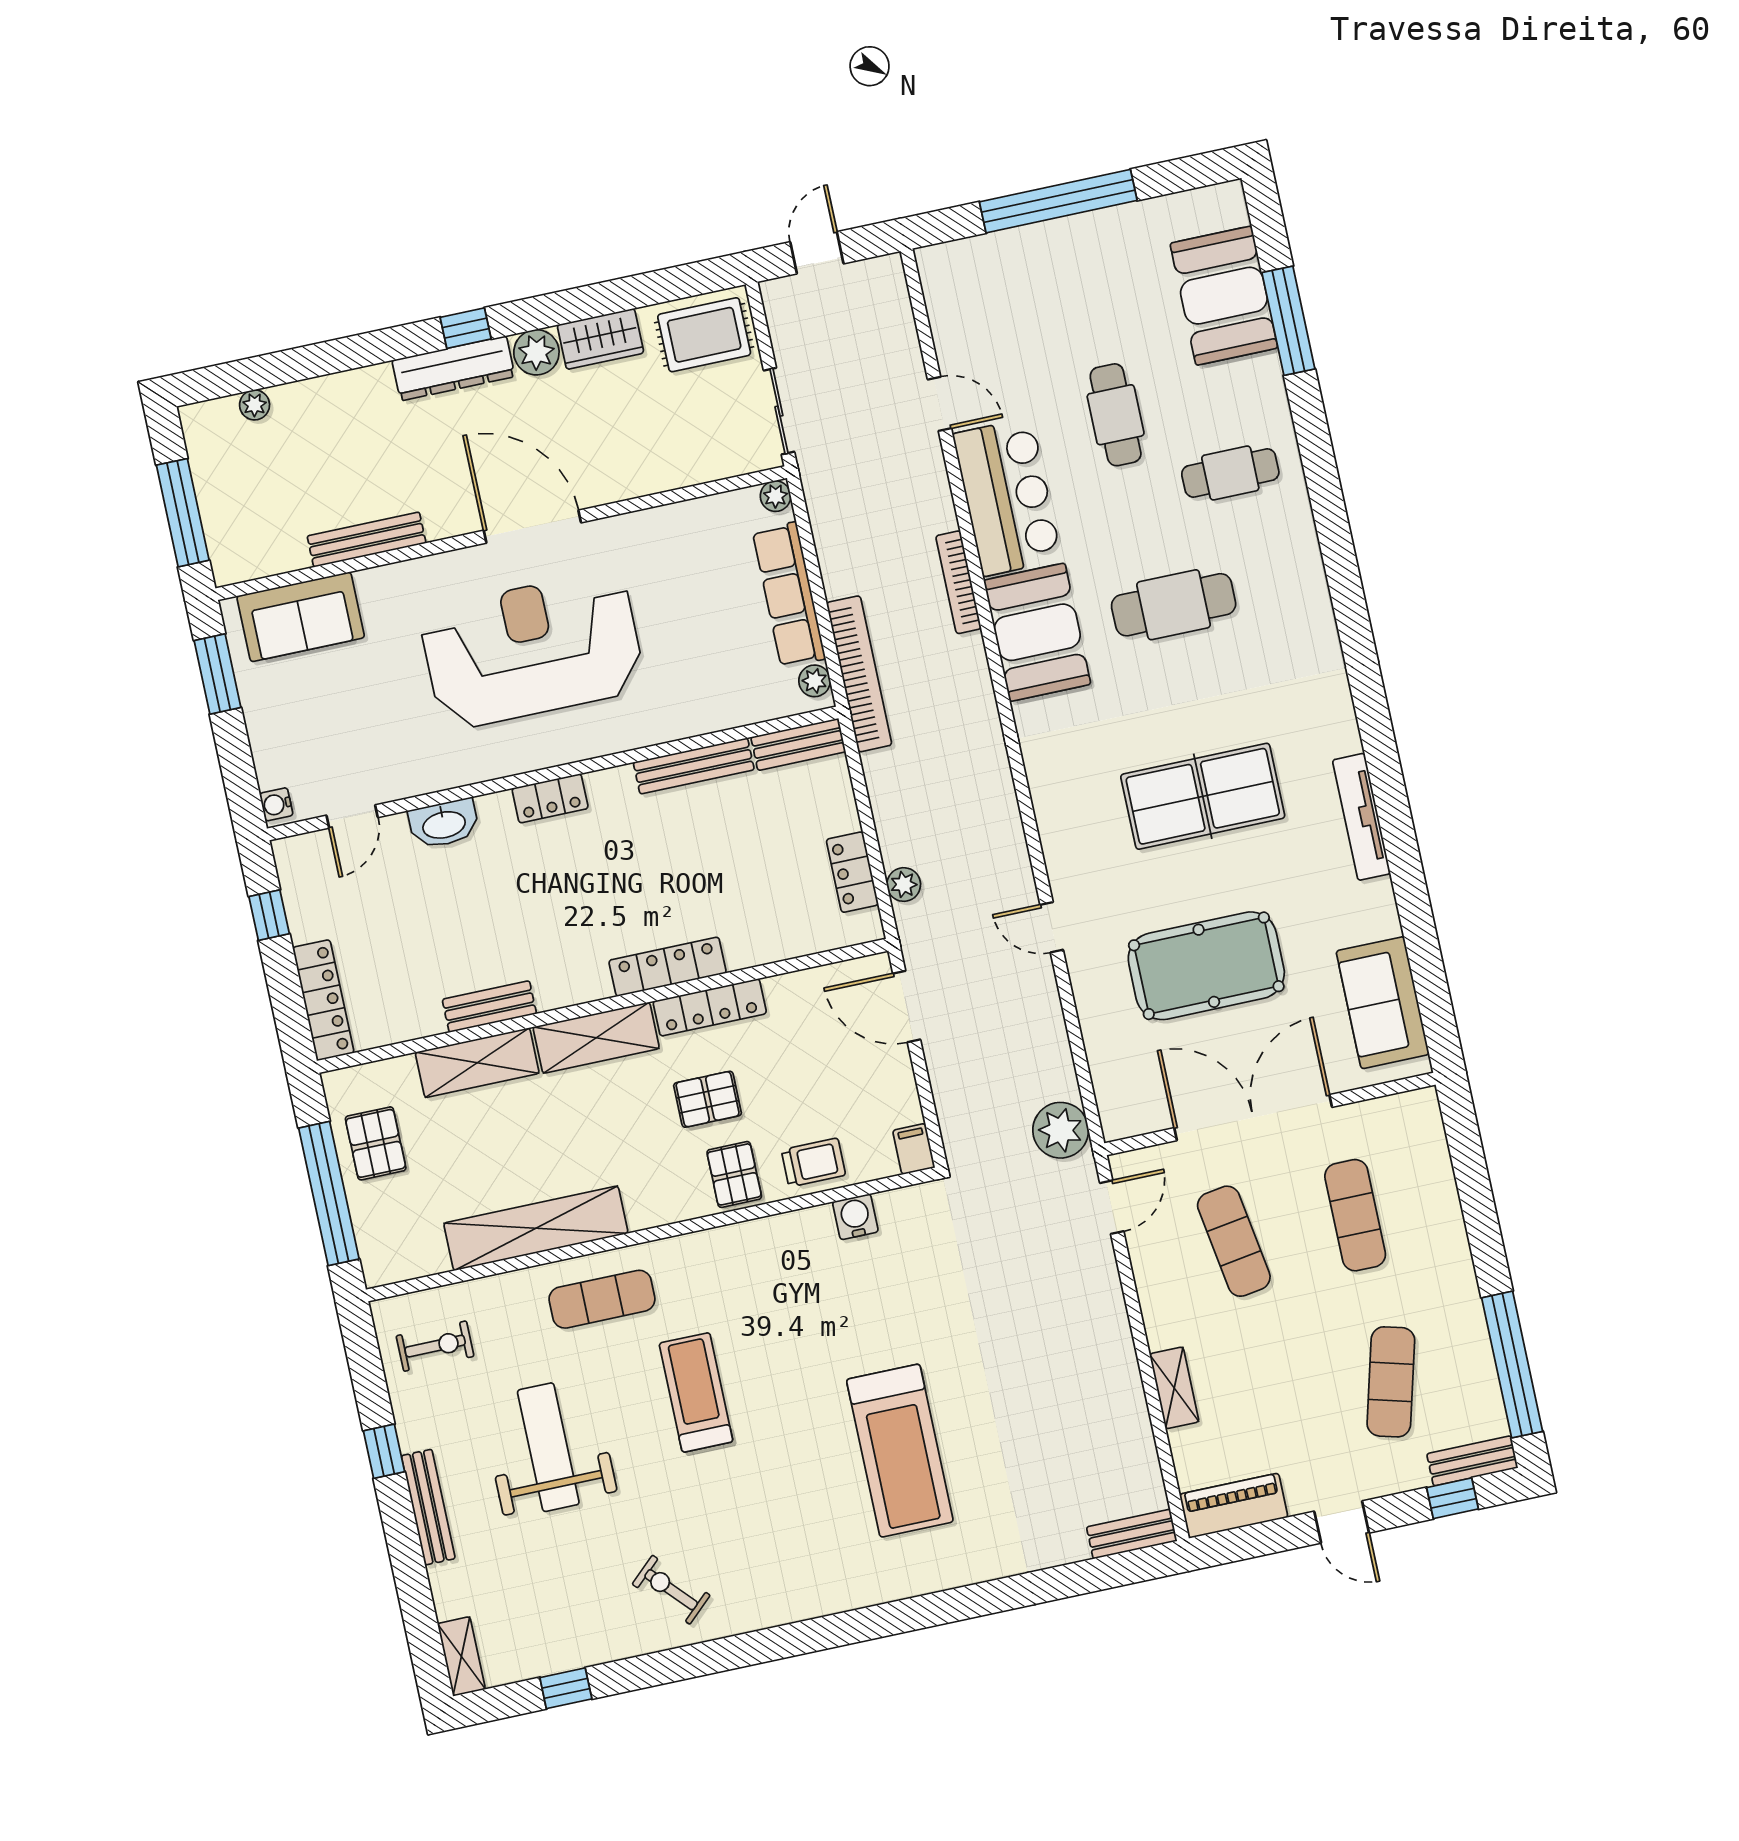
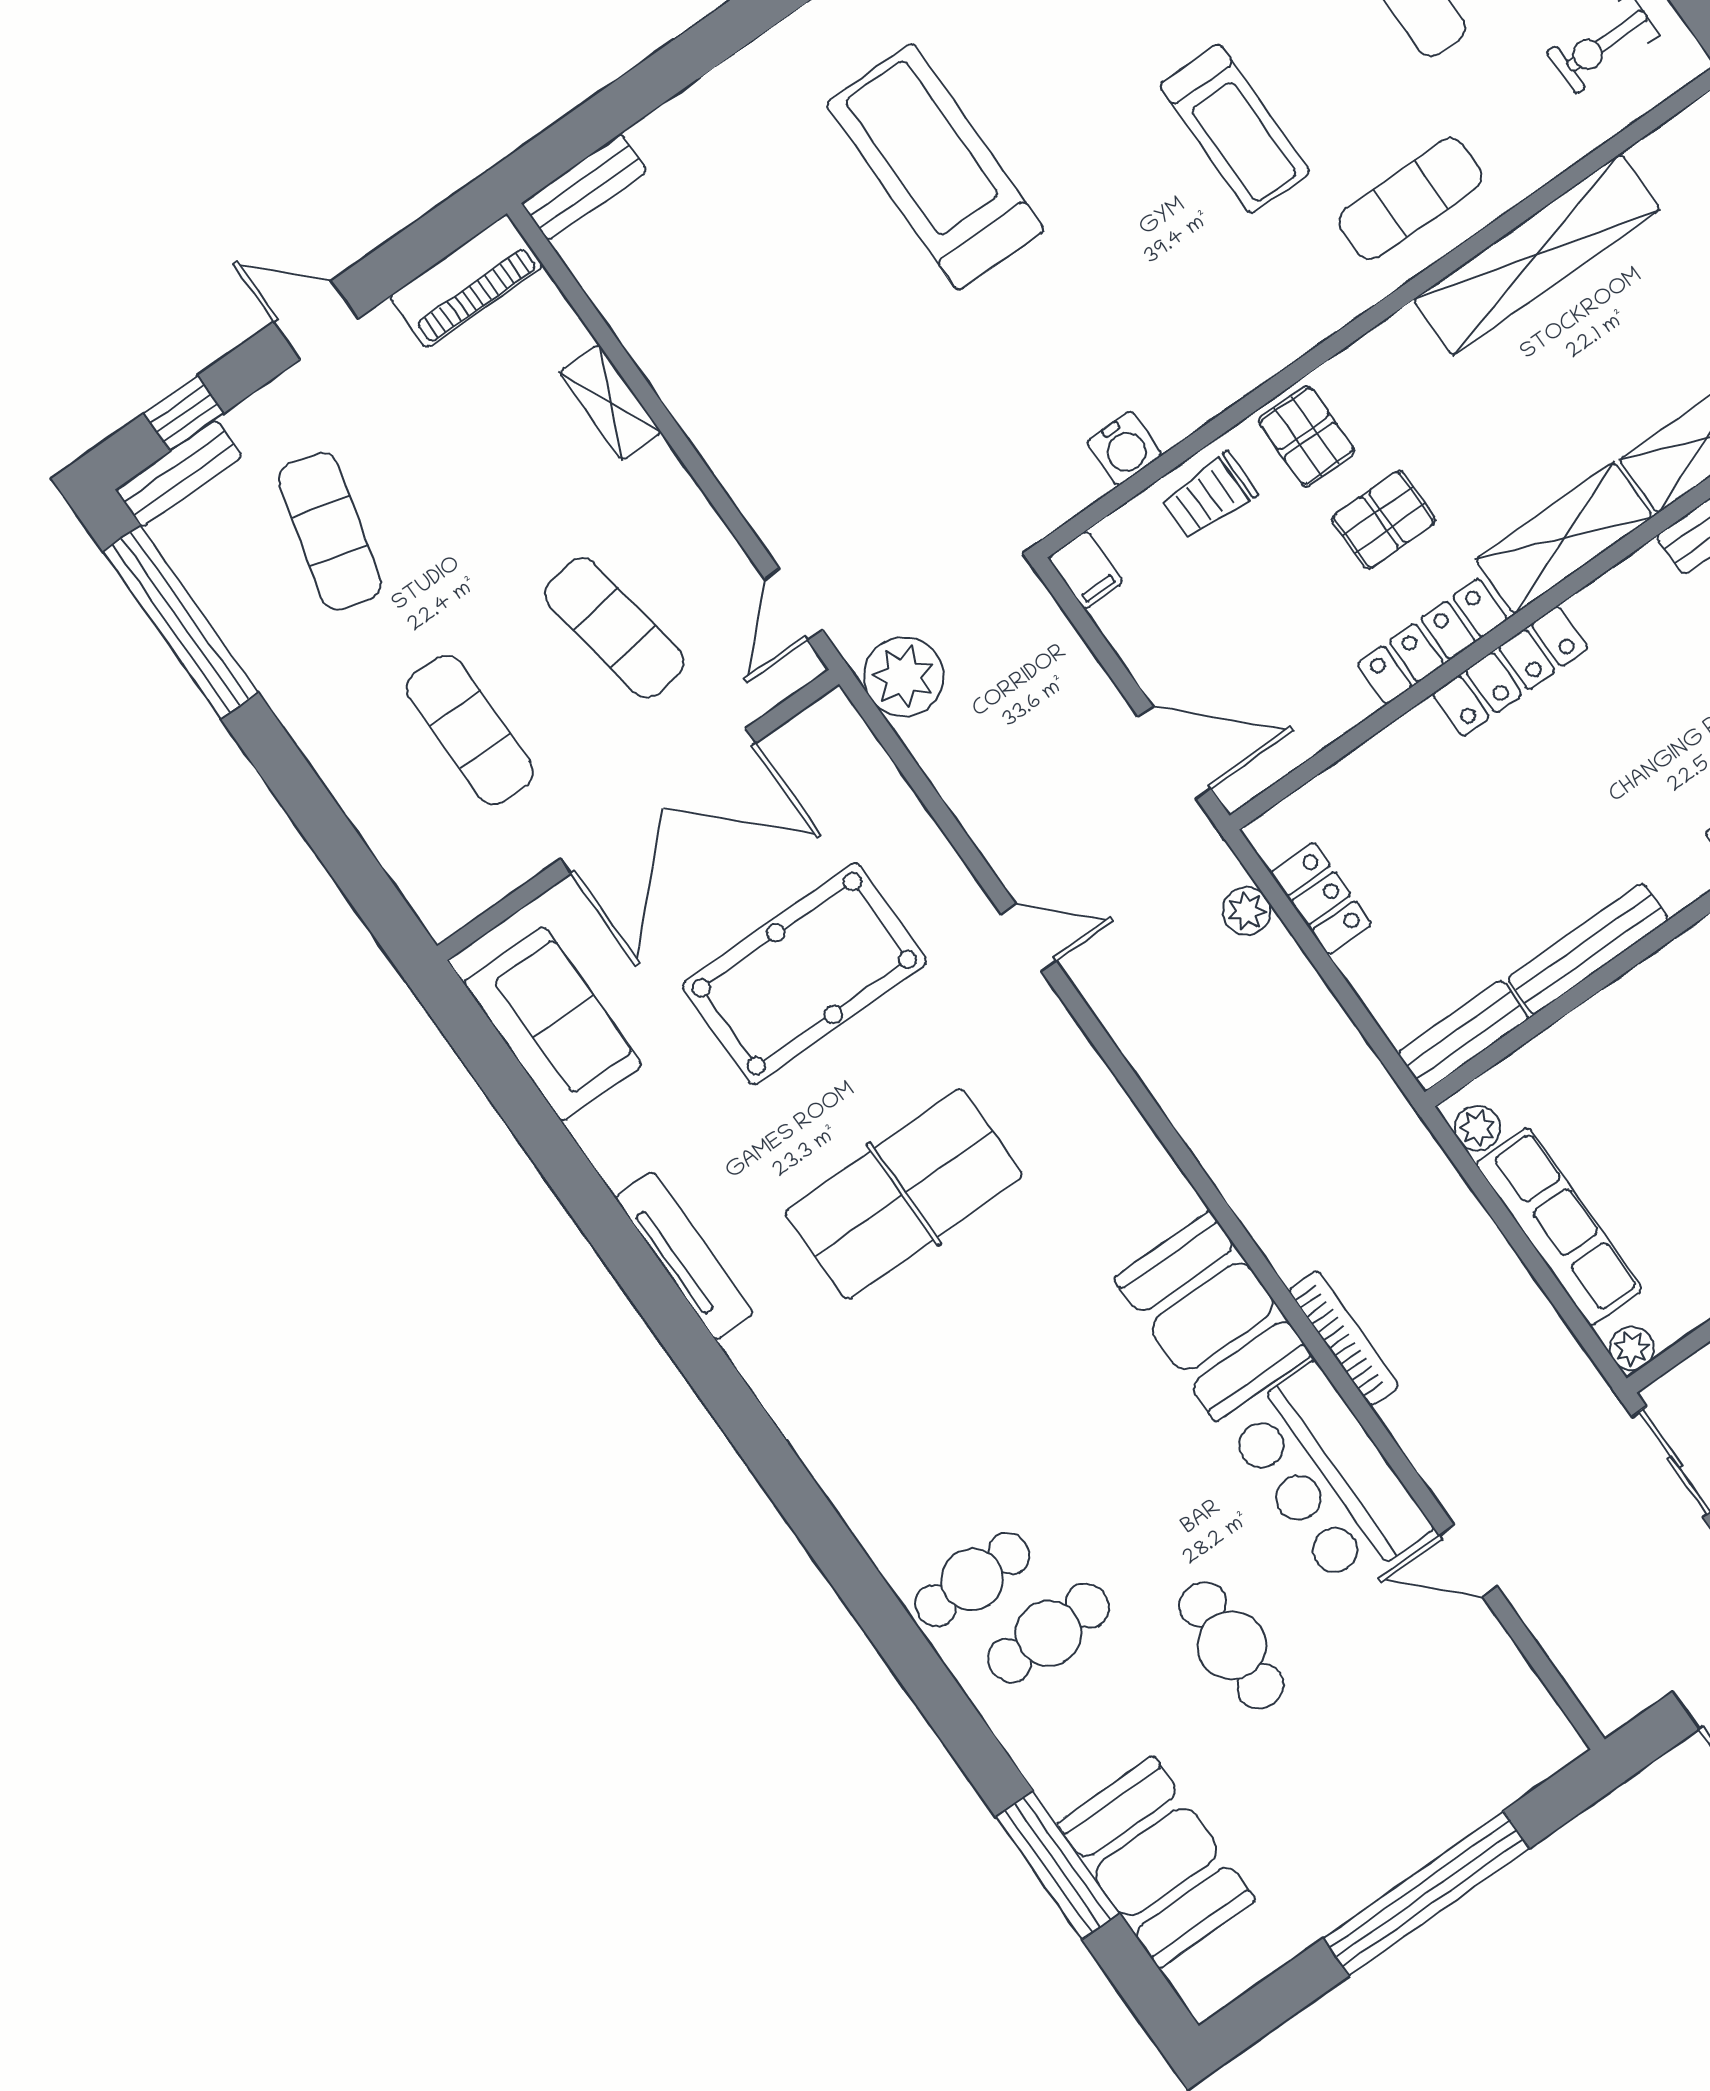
cafe table: (1174, 605) -> (972, 1579), moved, width x0.73, depth x0.74
bookcase: (859, 674) -> (1423, 1162), removed

